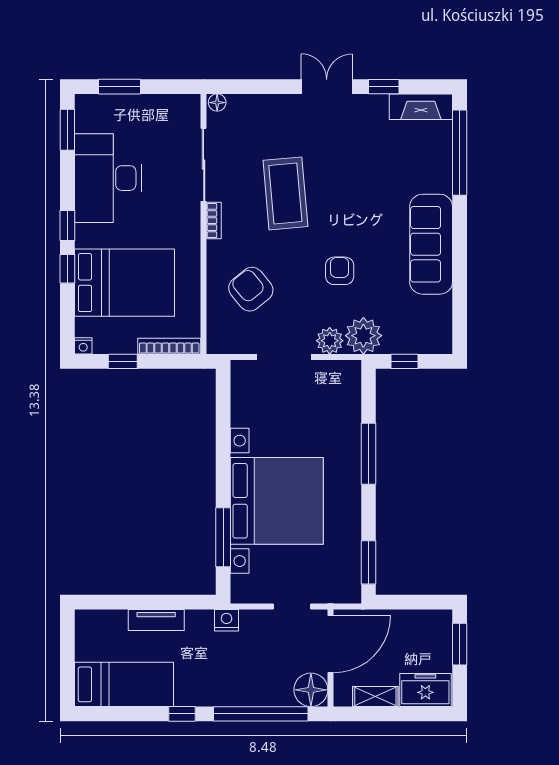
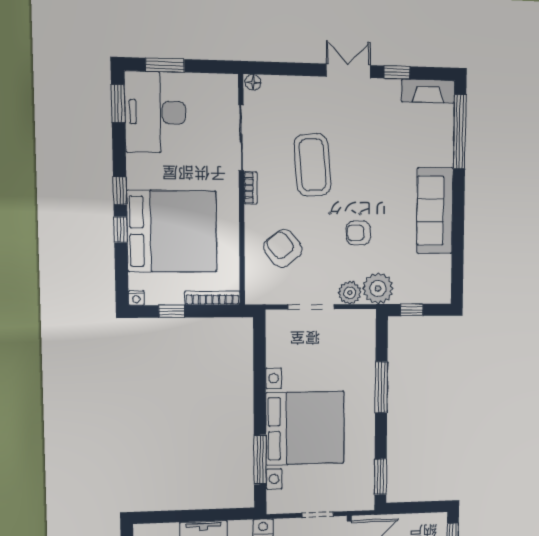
desk: (108, 178) -> (155, 112), moved
armchair: (340, 271) -> (358, 233), turned -90
bed: (124, 283) -> (172, 231), width x1.36

